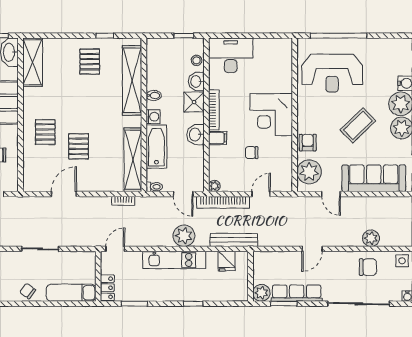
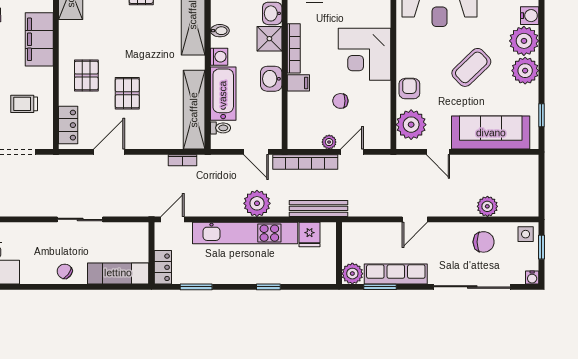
locker: (31, 172) -> (68, 125), added
plant: (214, 186) -> (329, 142), moved
toilet: (154, 187) -> (221, 128), moved
kitchen unit: (174, 260) -> (245, 233), width x1.36

